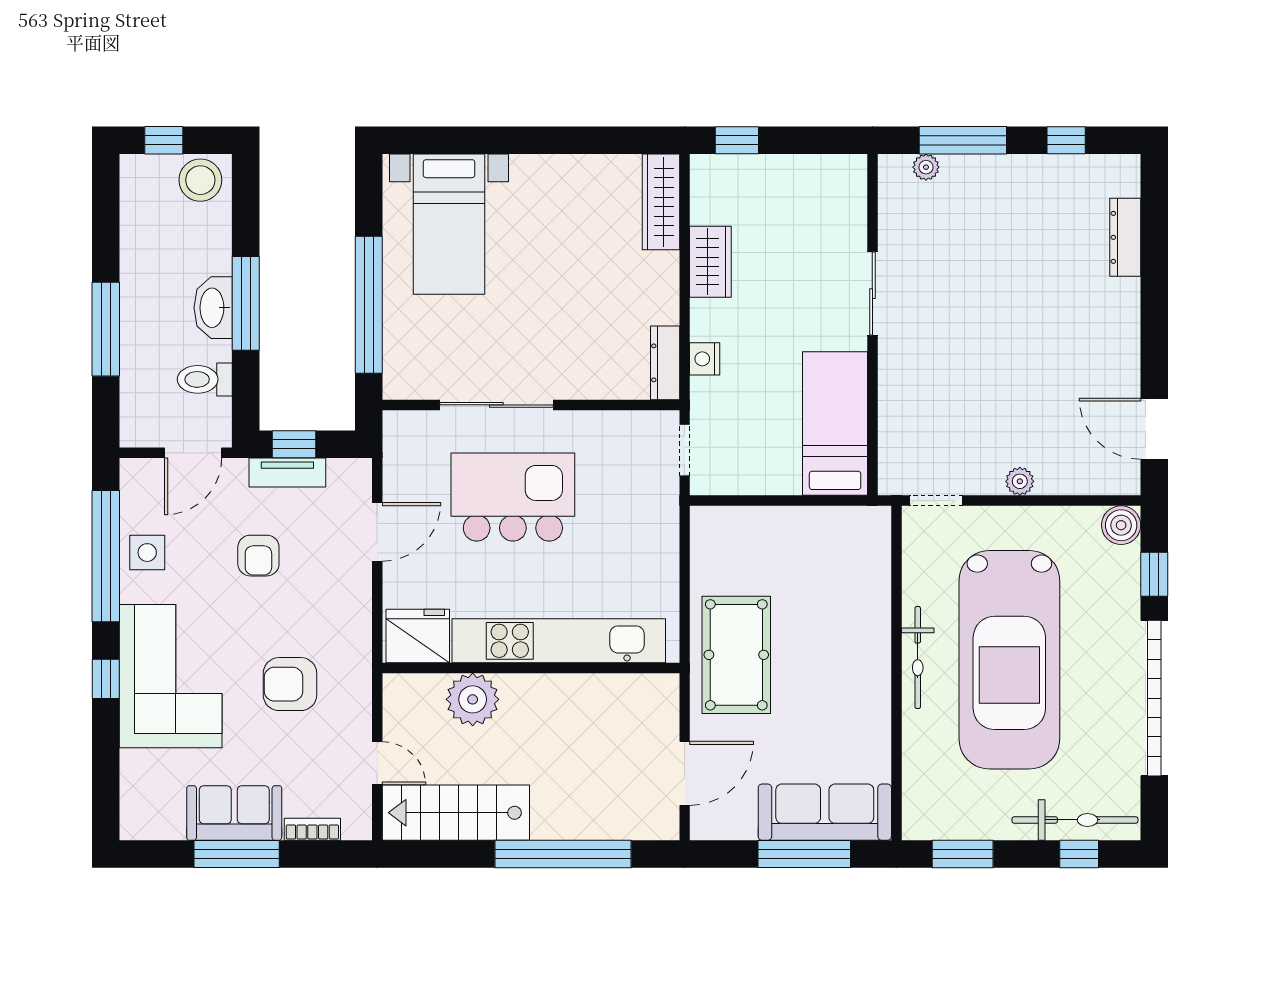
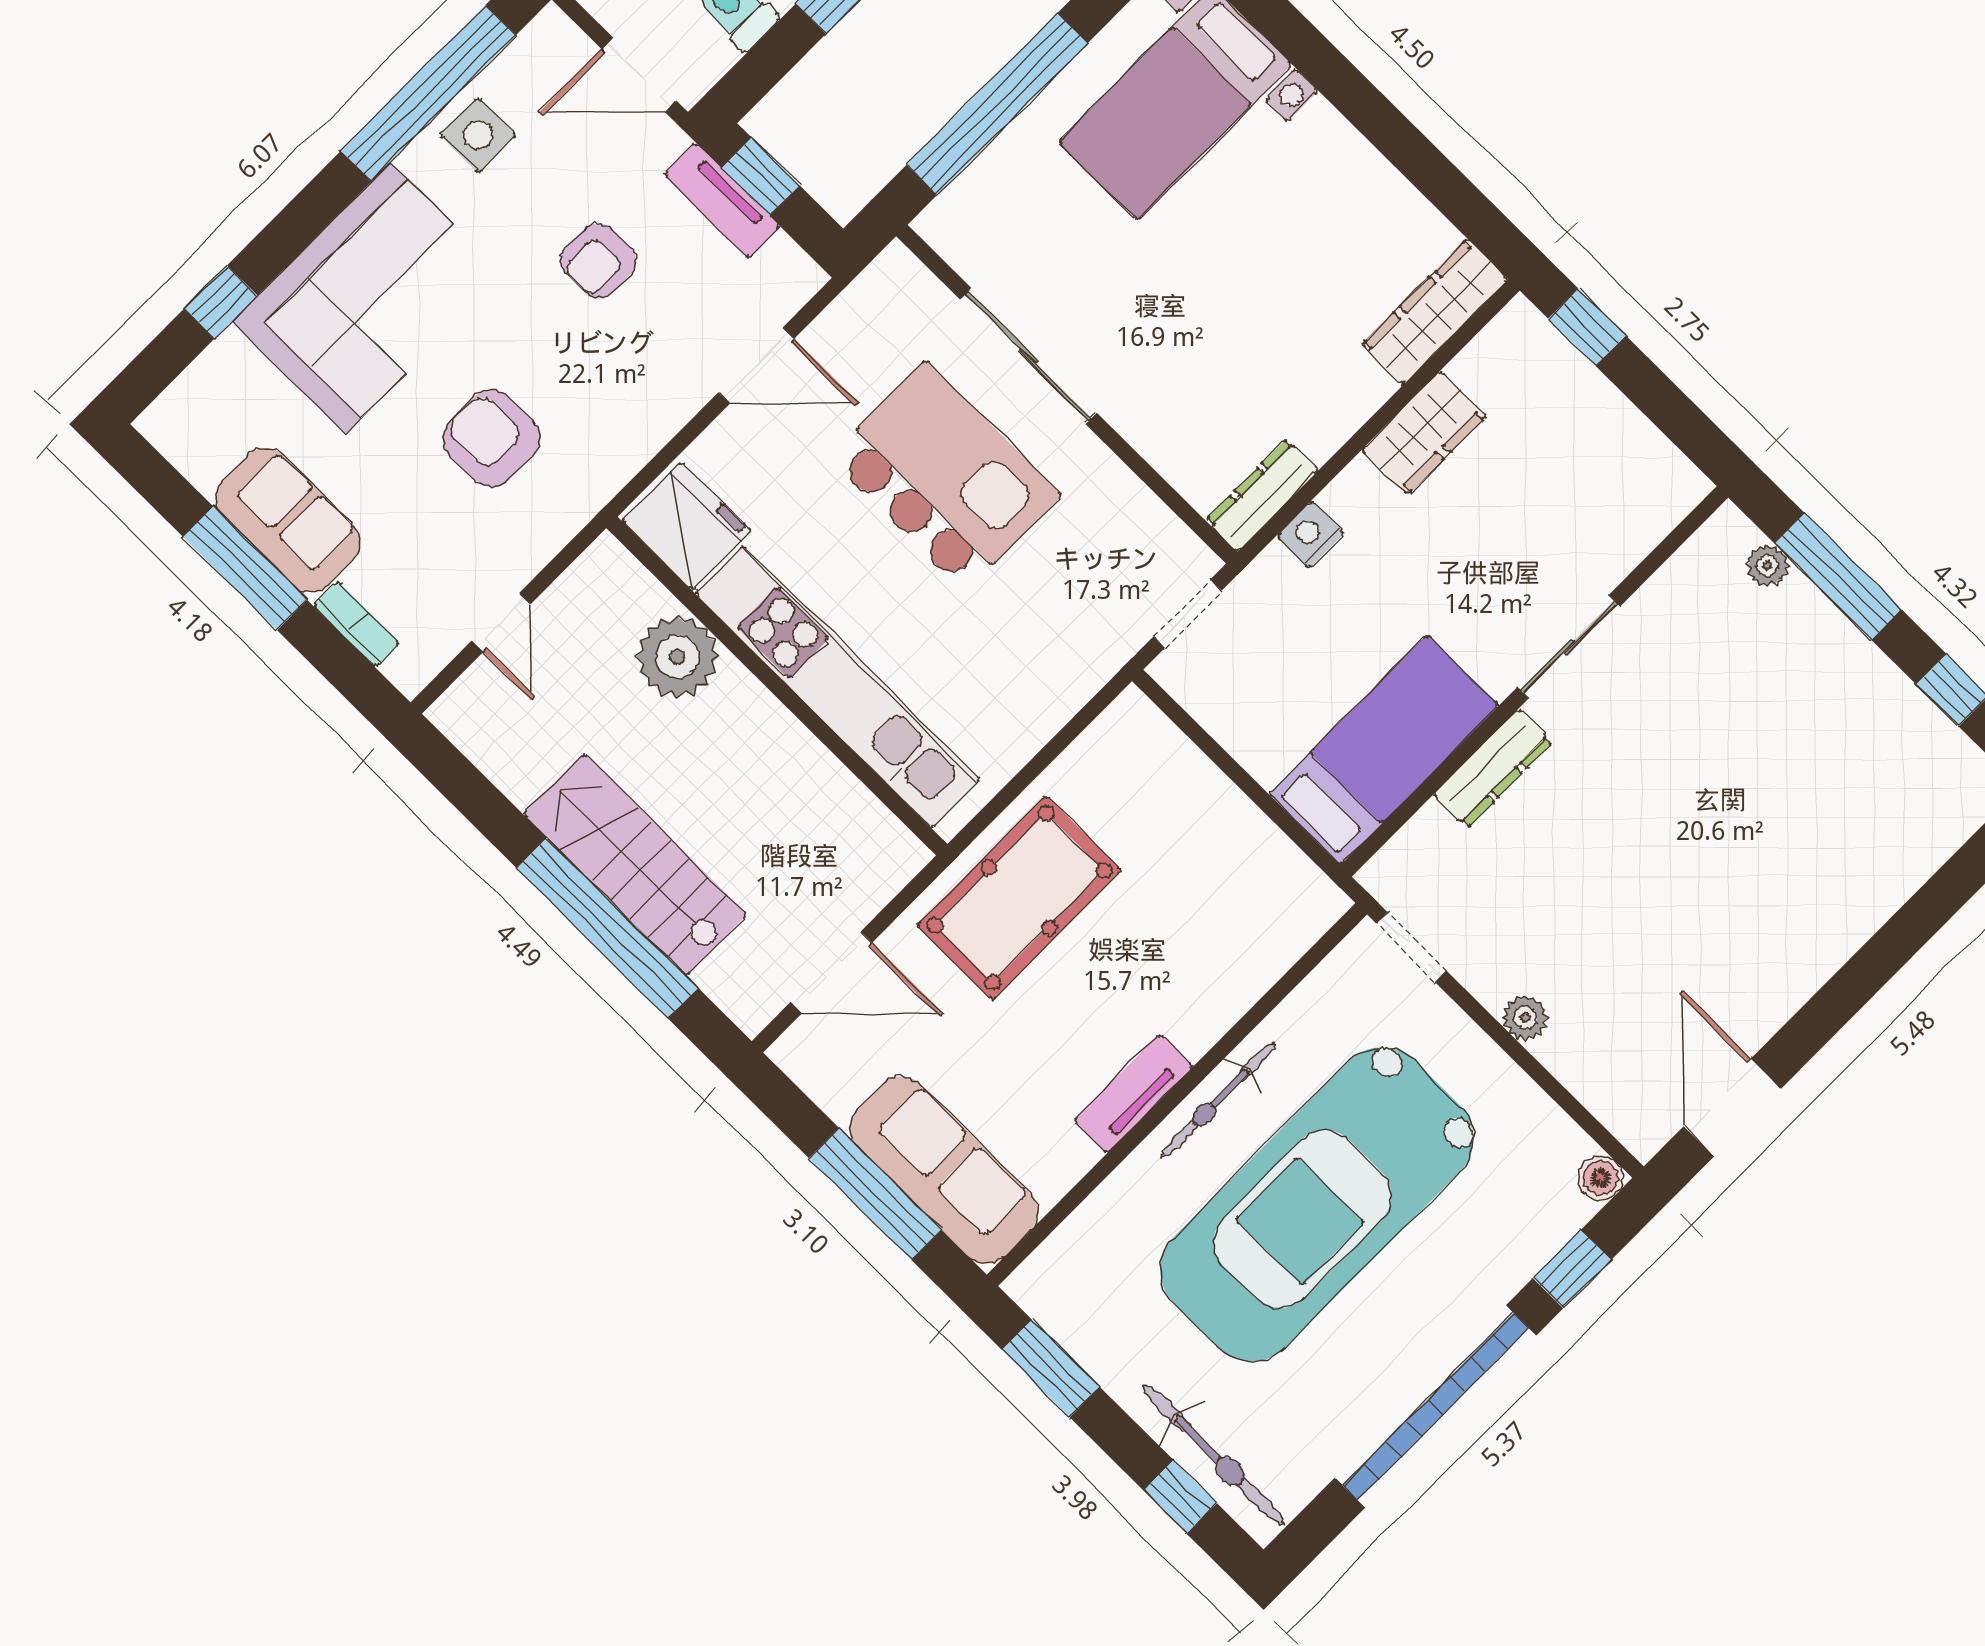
dresser: (1125, 237) -> (1493, 768), moved, turned 180
boiler: (1121, 525) -> (1601, 1178), width x0.73, depth x0.73
window: (106, 679) -> (221, 302), moved
tv unit: (876, 692) -> (1133, 1094), added
stairs: (456, 813) -> (635, 864), moved

